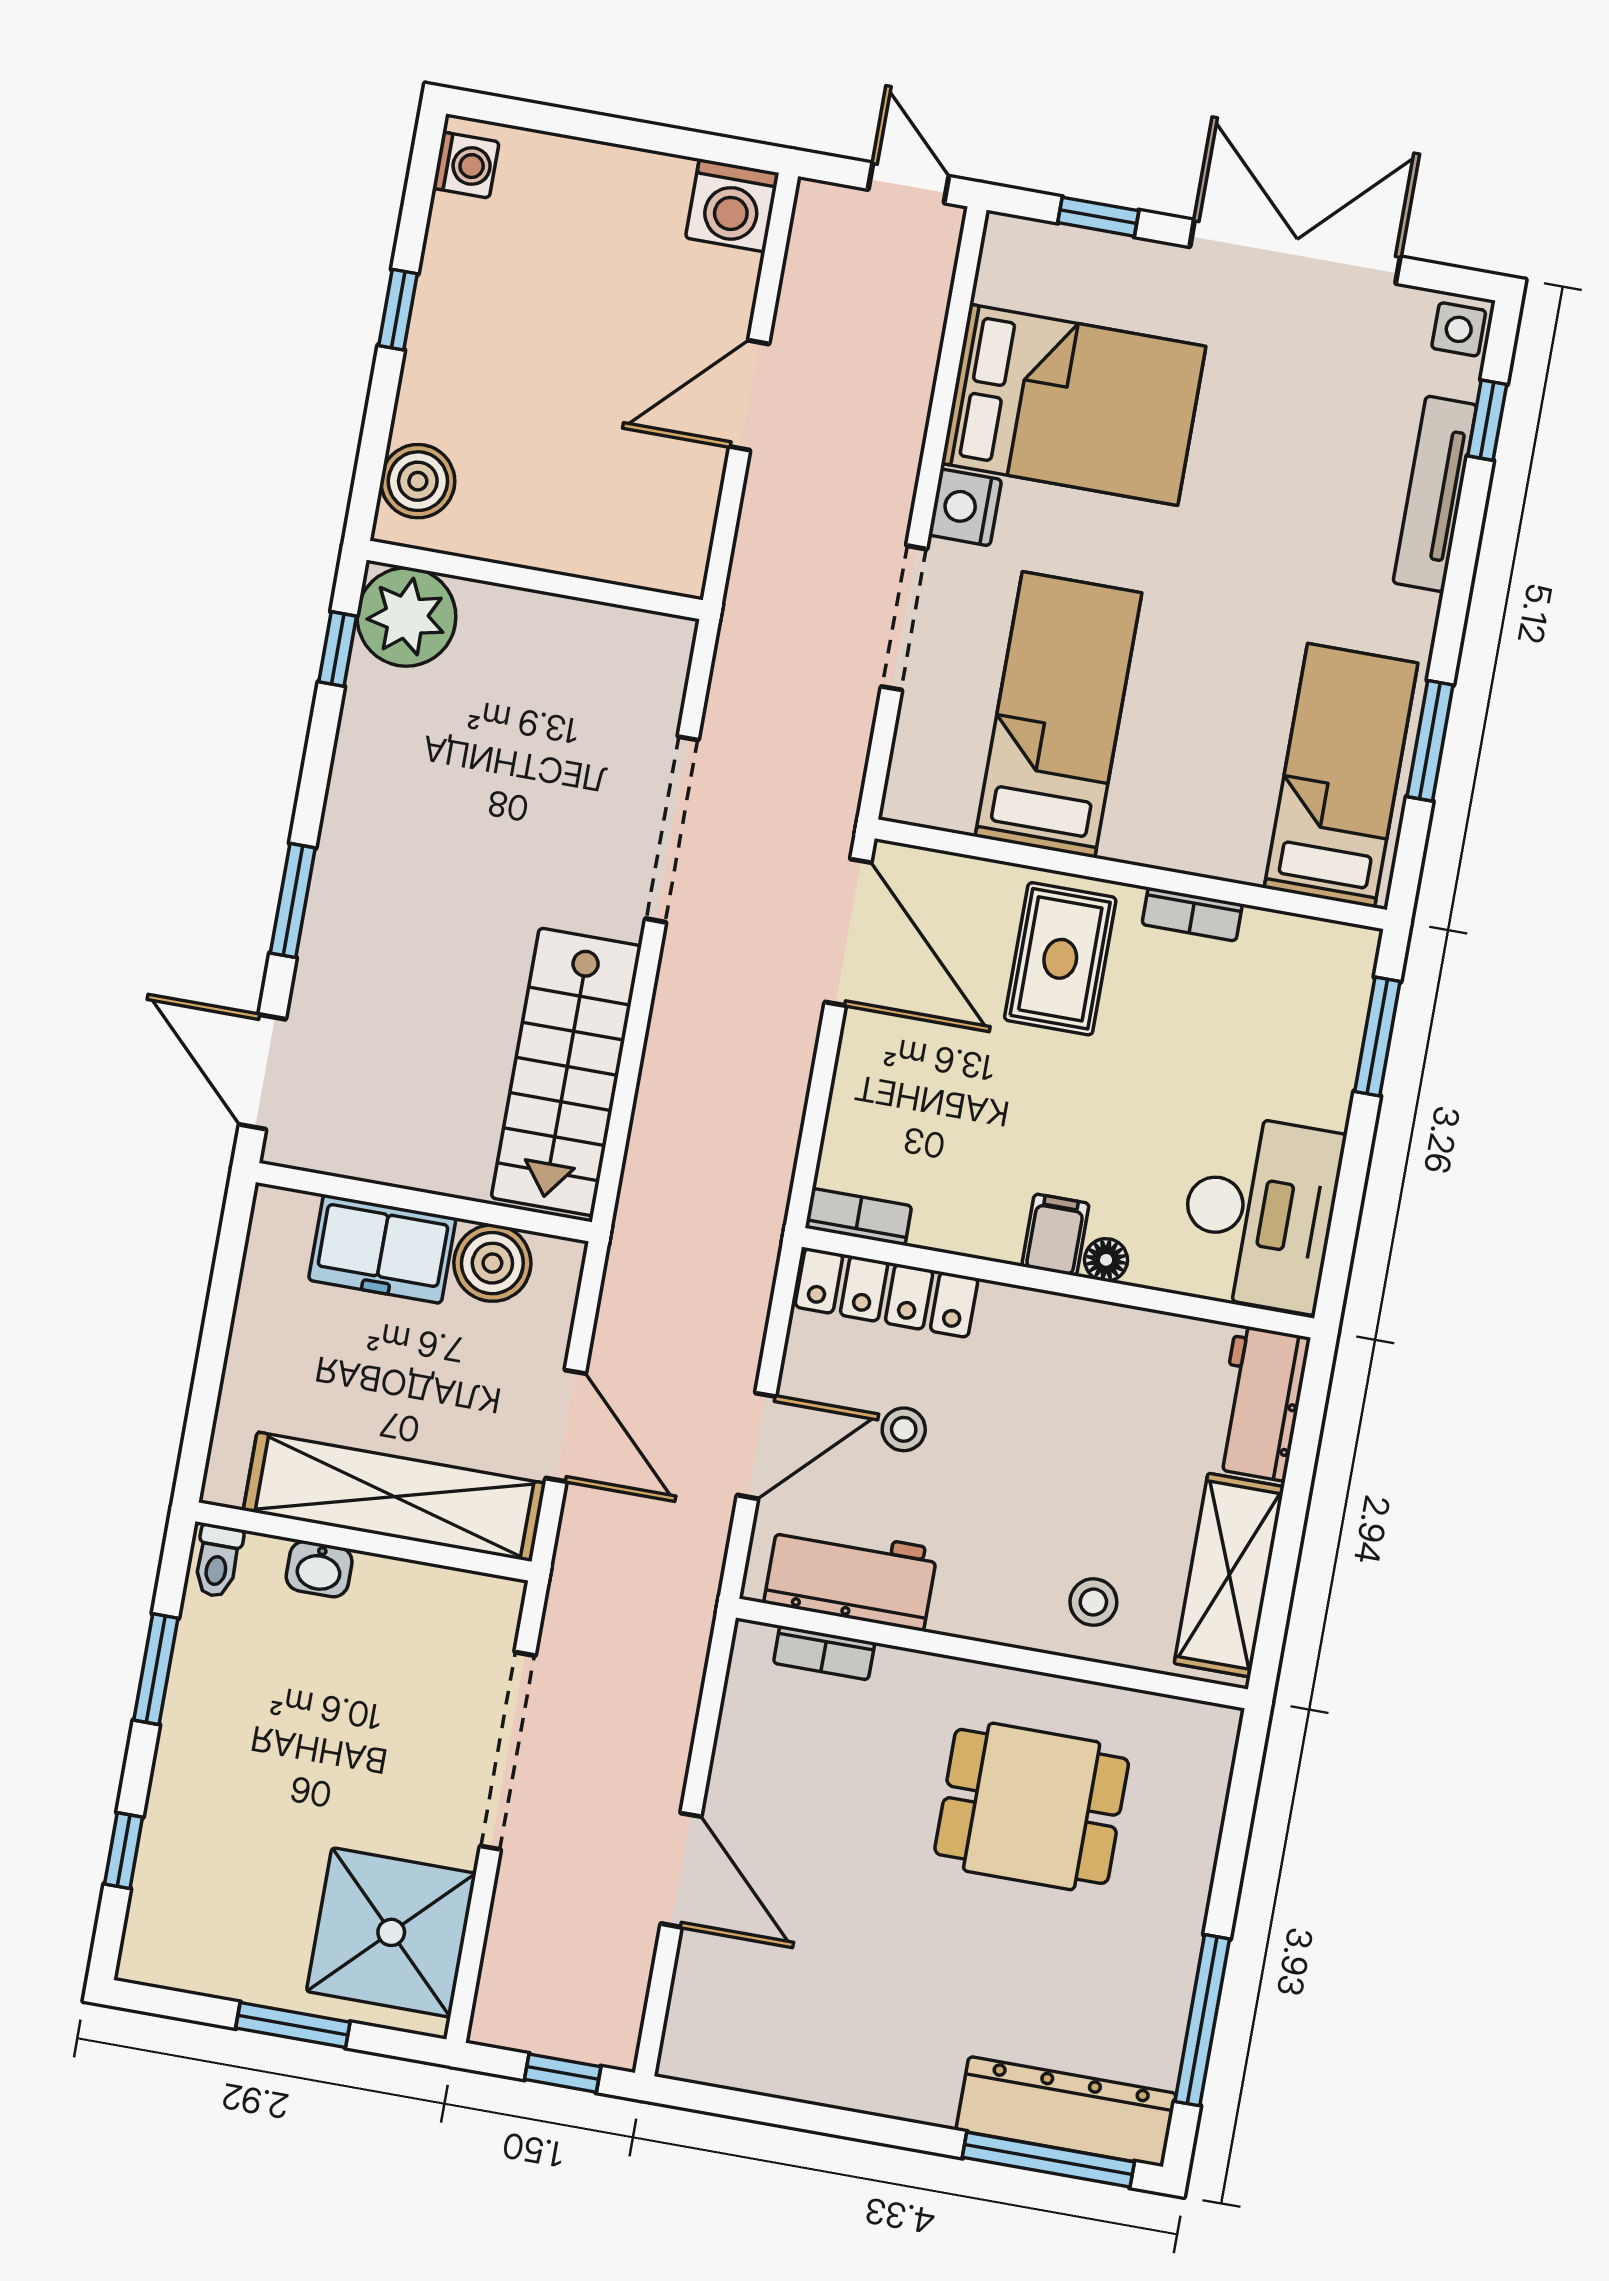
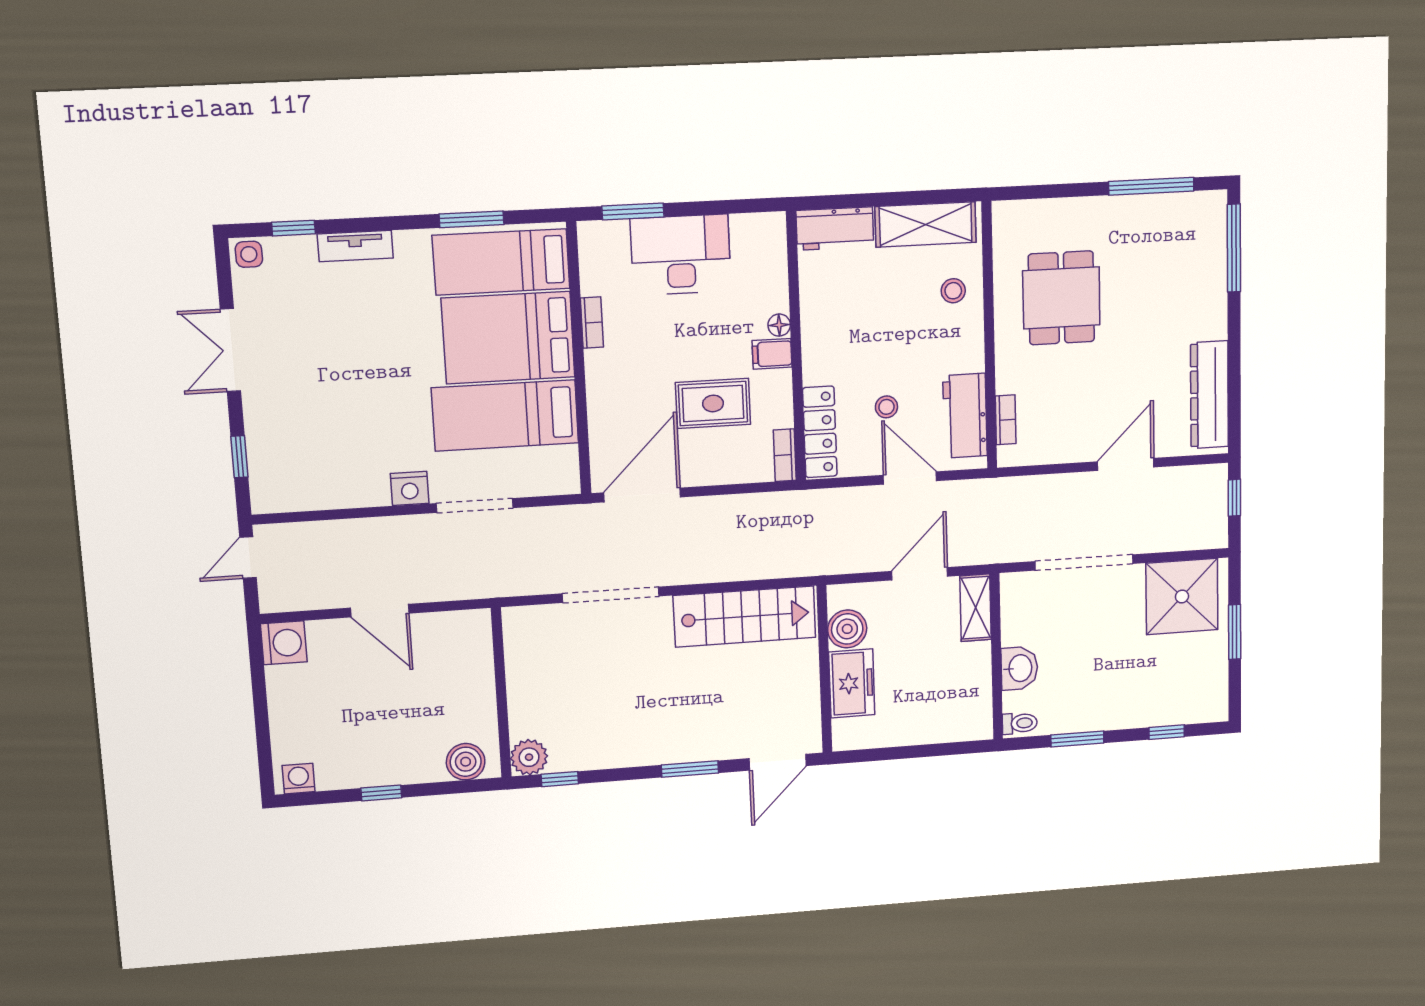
double door: (1295, 252) -> (230, 350), width x0.73
bed: (1074, 405) -> (508, 338), moved, turned -90
tv unit: (1435, 494) -> (355, 246), width x0.71
plant: (406, 617) -> (529, 757), width x0.73, depth x0.73
rug: (1060, 959) -> (713, 403), moved
desk: (1260, 1213) -> (681, 255), moved
shelving: (394, 1497) -> (976, 608), width x0.45, depth x0.75
washbasin: (319, 1569) -> (1019, 668), width x1.38, depth x1.45
dresser: (1066, 2112) -> (1209, 395), moved

